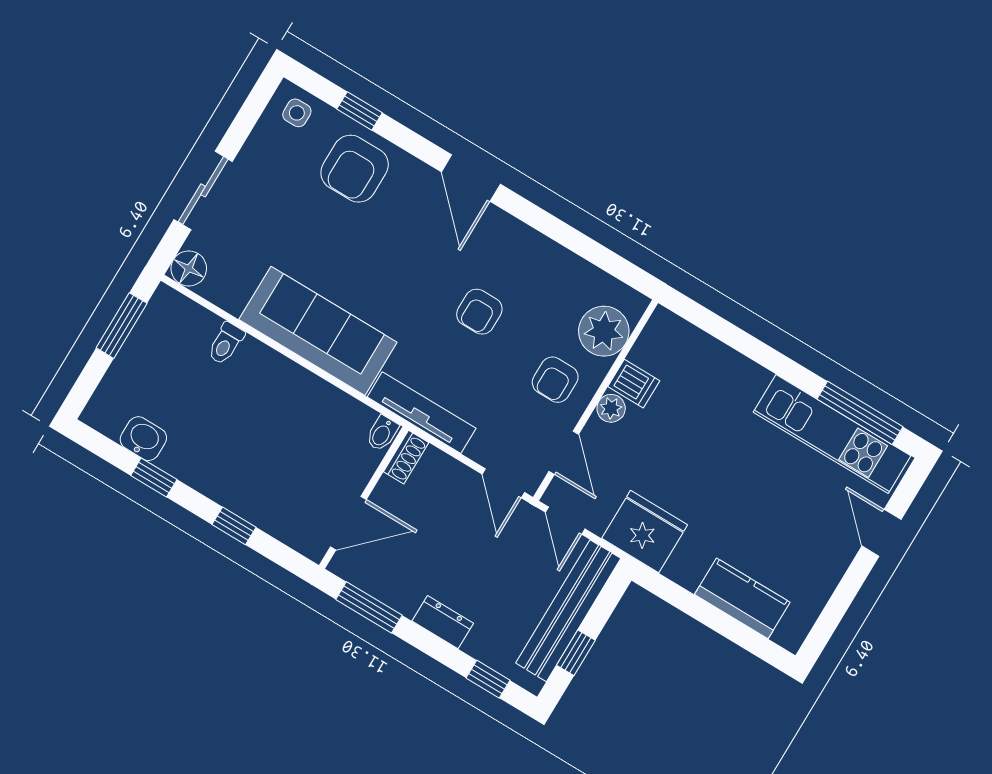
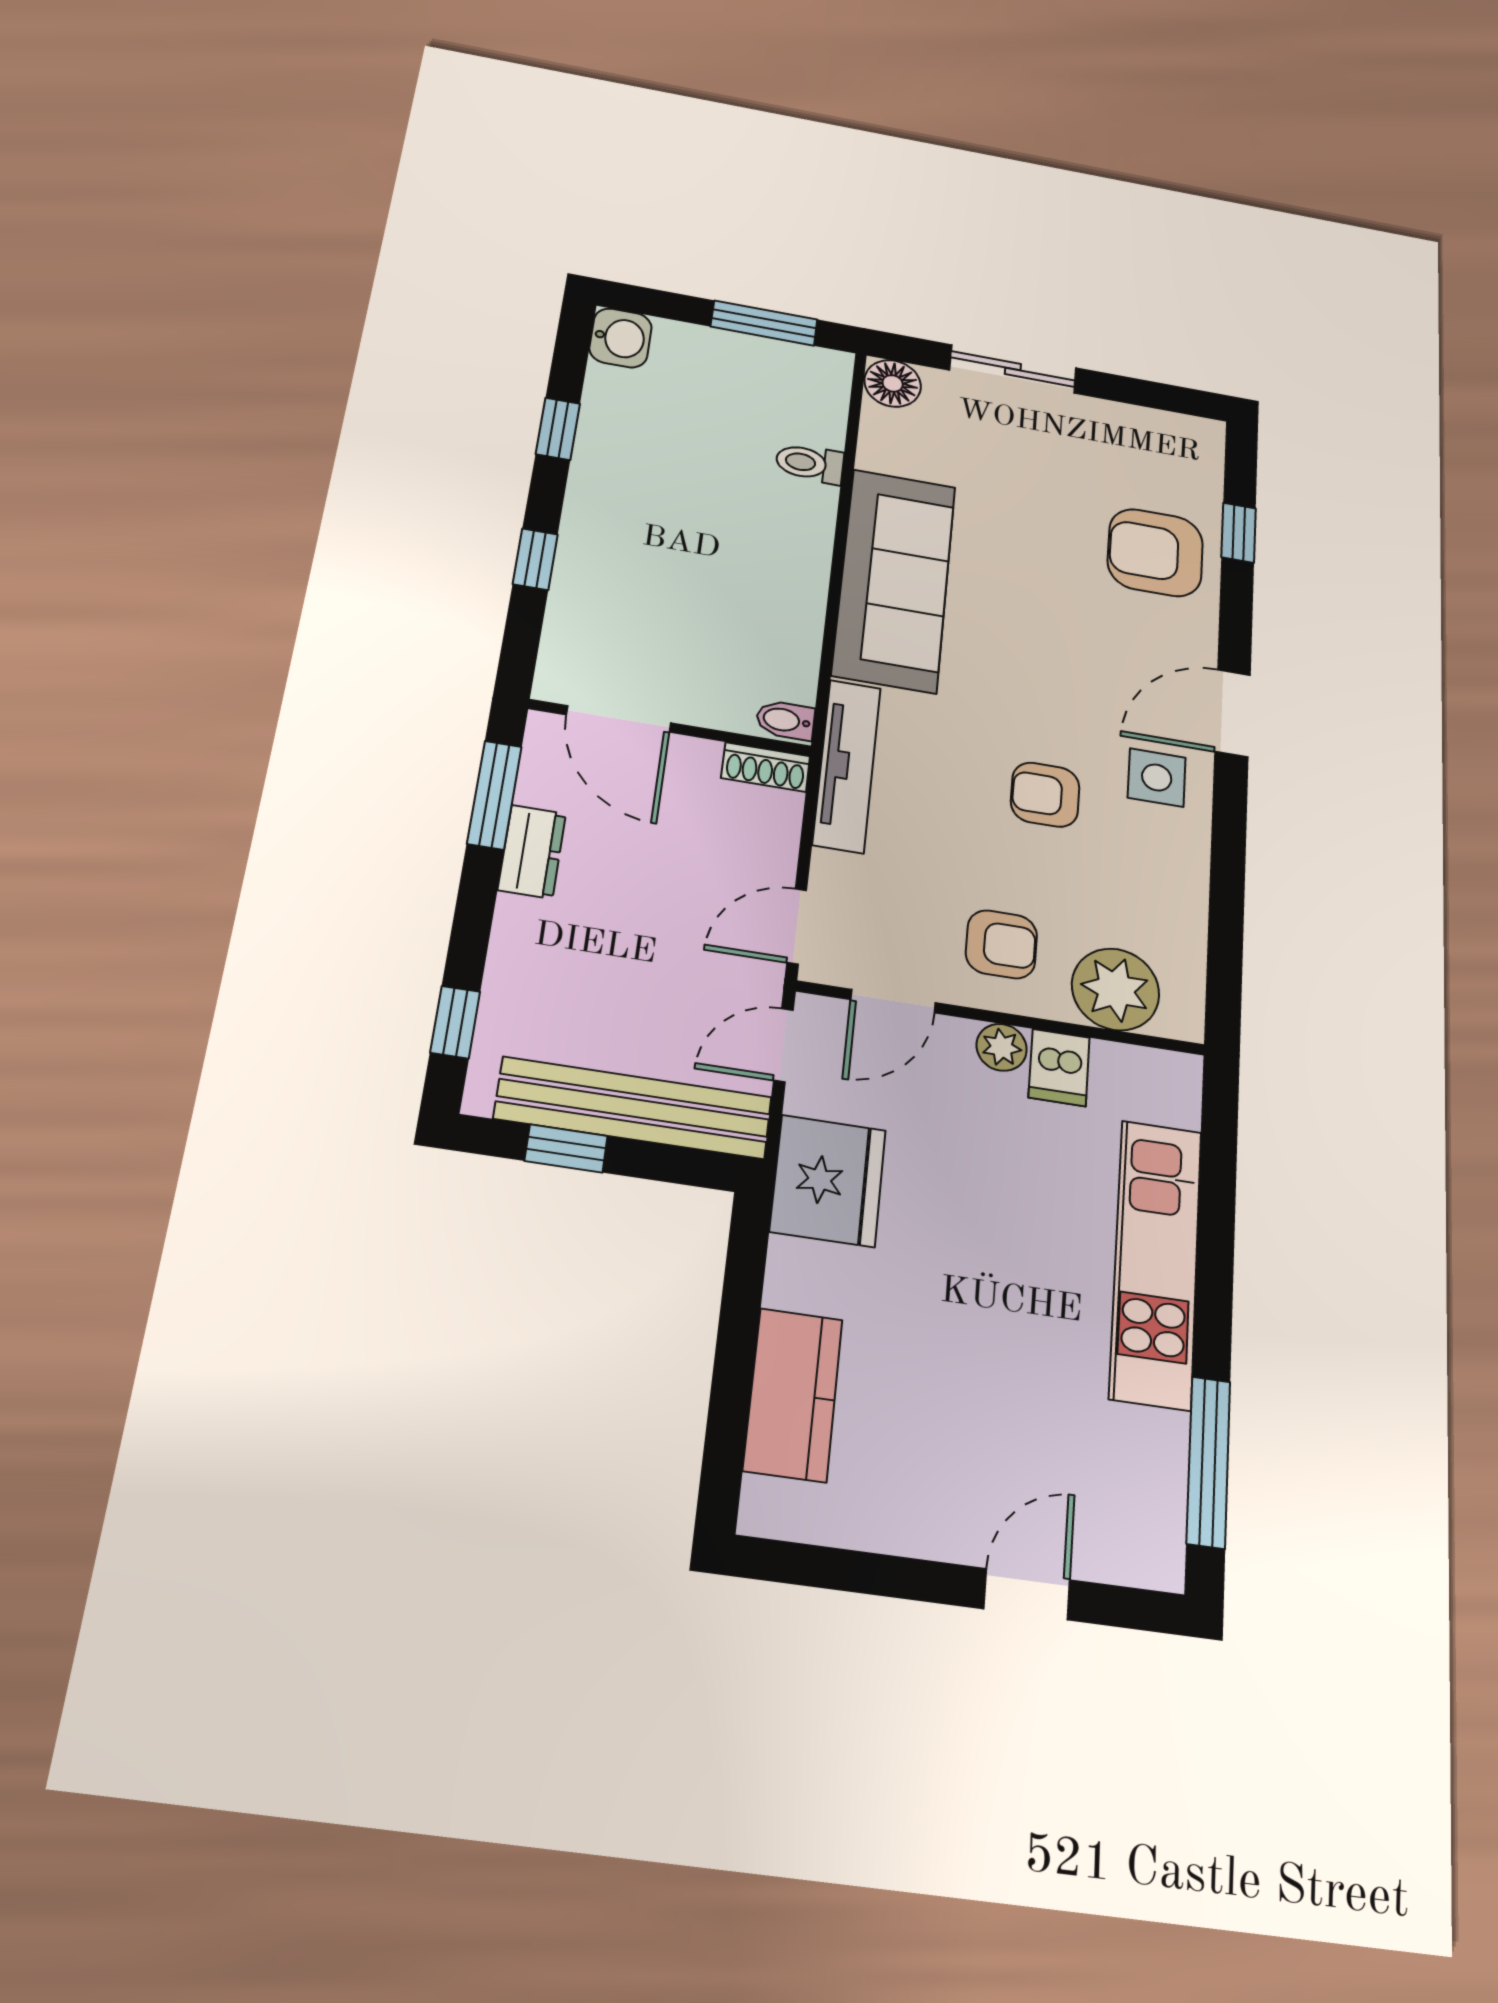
side table: (297, 113) -> (1157, 778), moved, width x1.37, depth x1.37
armchair: (555, 380) -> (1001, 944), turned 180
kitchen unit: (832, 434) -> (1156, 1263), moved
washbasin: (143, 439) -> (620, 338), moved
dresser: (443, 622) -> (532, 852), moved

